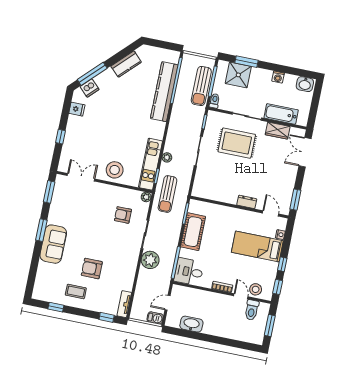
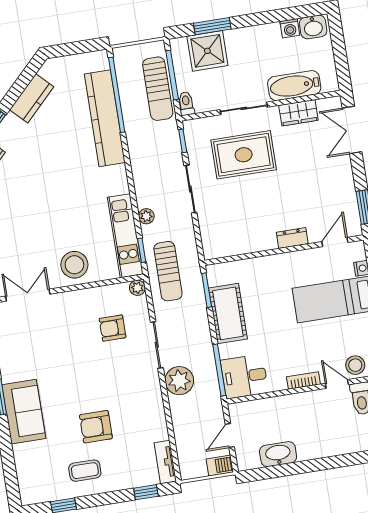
washing machine: (278, 77) -> (290, 28), moved
door: (271, 213) -> (335, 242), hinge flipped

